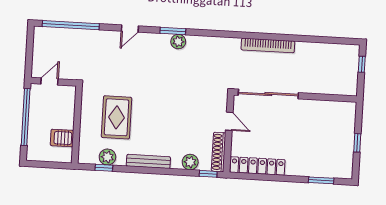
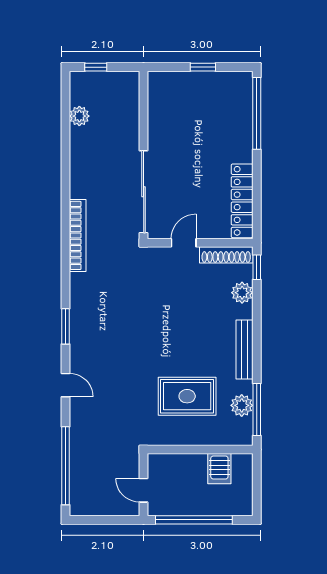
plant: (178, 42) -> (79, 116), moved
bookcase: (268, 45) -> (78, 235), moved
window: (104, 168) -> (257, 409), width x2.17
window: (321, 180) -> (257, 113), width x2.11

